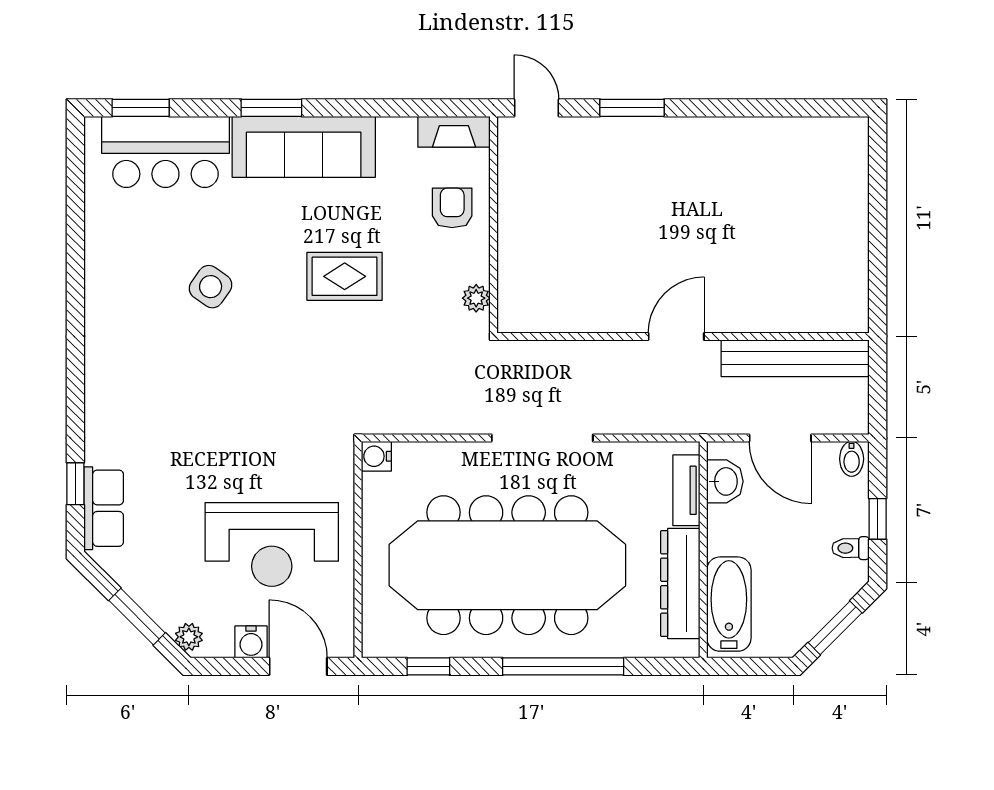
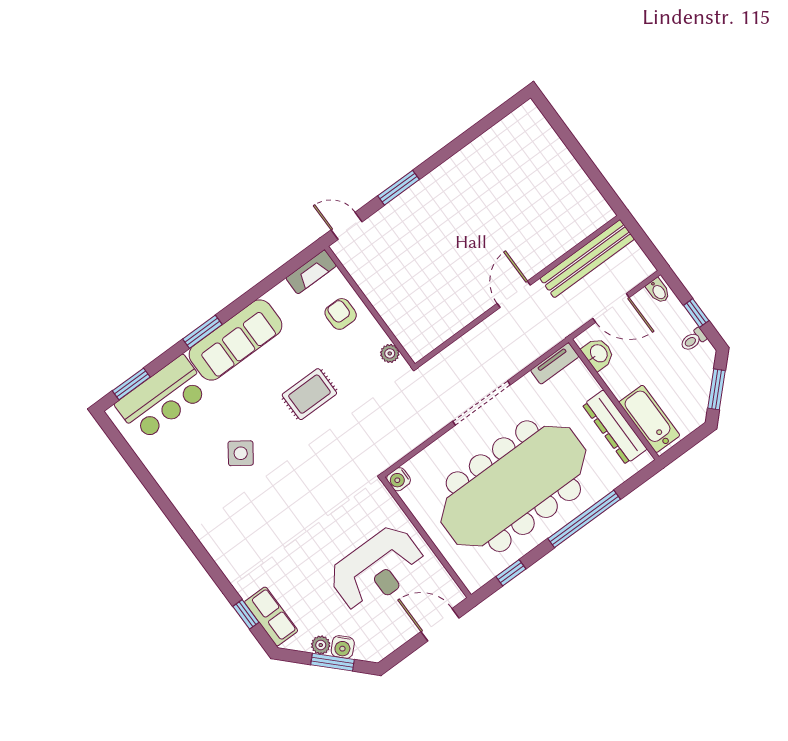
tv unit: (686, 490) -> (555, 363), moved, turned -90
plant: (189, 637) -> (321, 645), moved
water cooler: (251, 642) -> (343, 647), moved, turned 45

